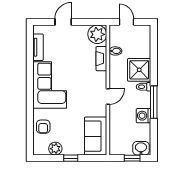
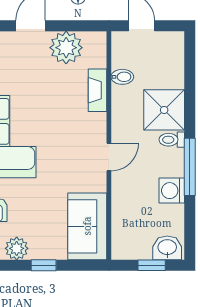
plant: (97, 34) -> (66, 48), moved

